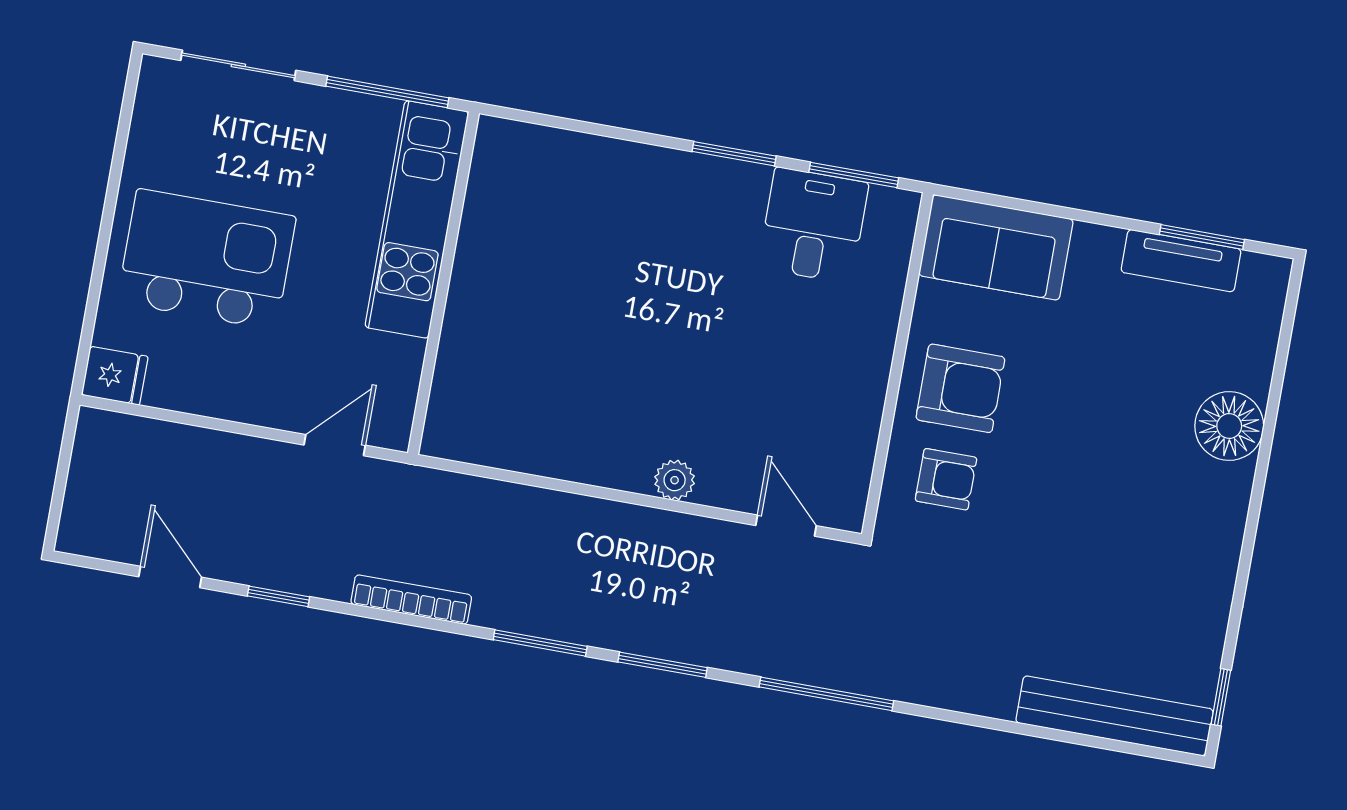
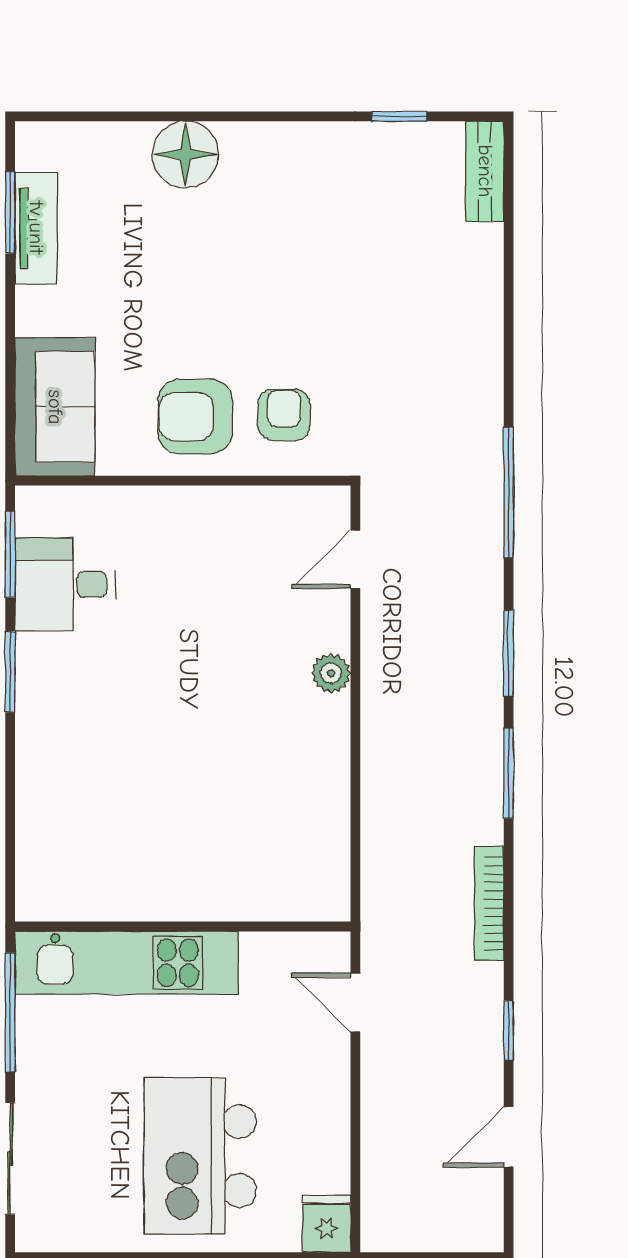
armchair: (960, 388) -> (195, 417), turned -90
window: (1221, 697) -> (399, 116), moved
bench: (1115, 716) -> (485, 171), width x0.54, depth x0.82

